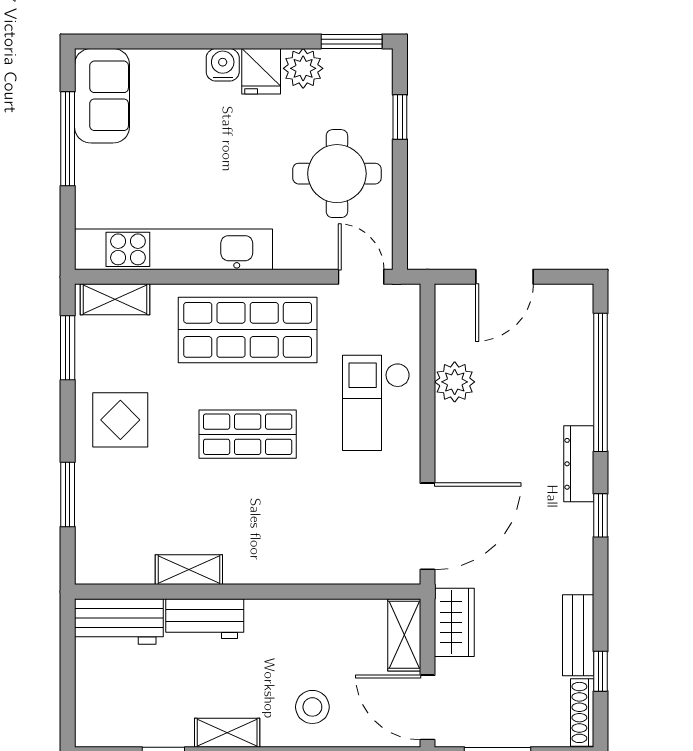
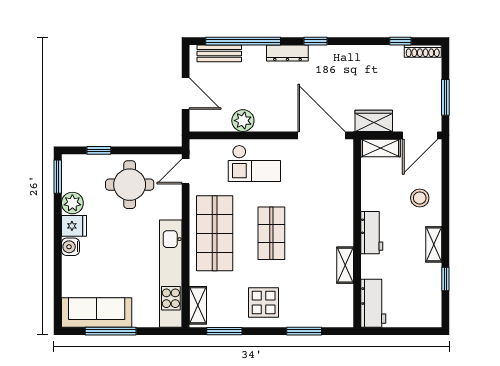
sofa: (102, 96) -> (97, 312), width x1.36
workbench: (205, 619) -> (372, 233), moved
bench: (578, 635) -> (219, 53), moved

